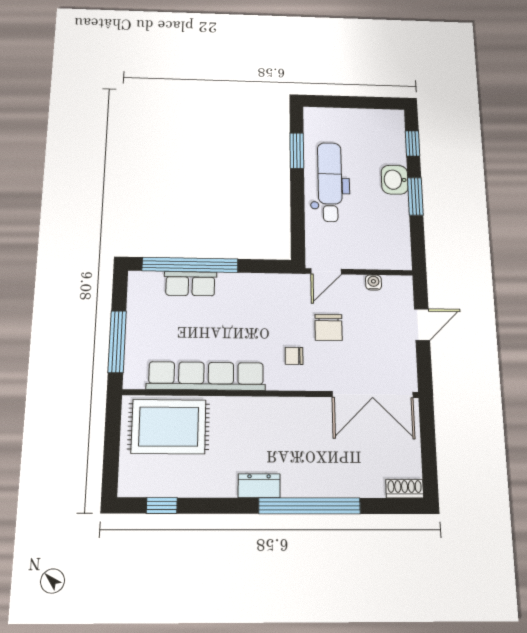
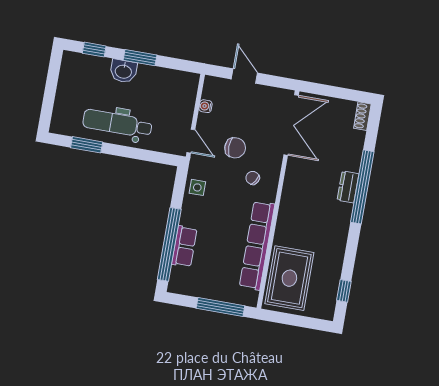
side table: (269, 288) -> (197, 187), added
chair: (294, 356) -> (253, 178), turned 121
dresser: (259, 486) -> (348, 187), moved

